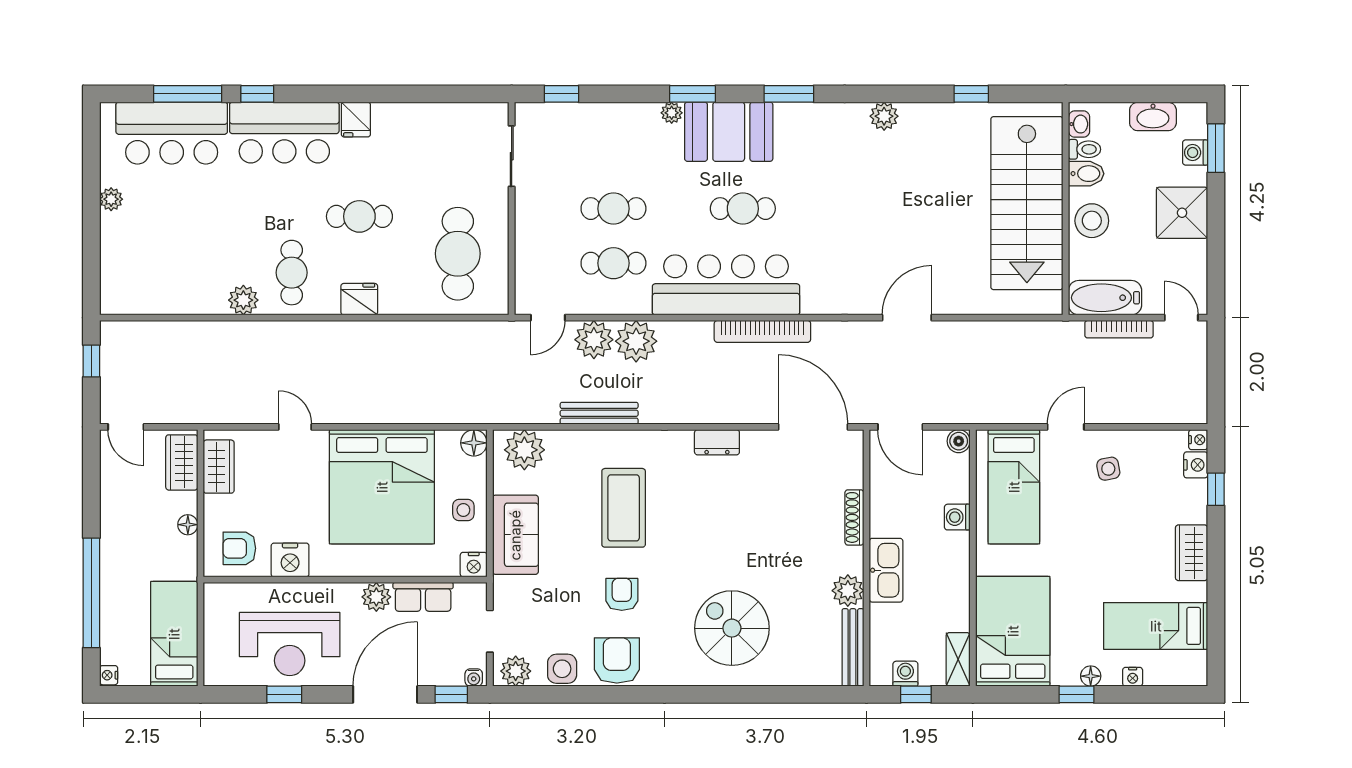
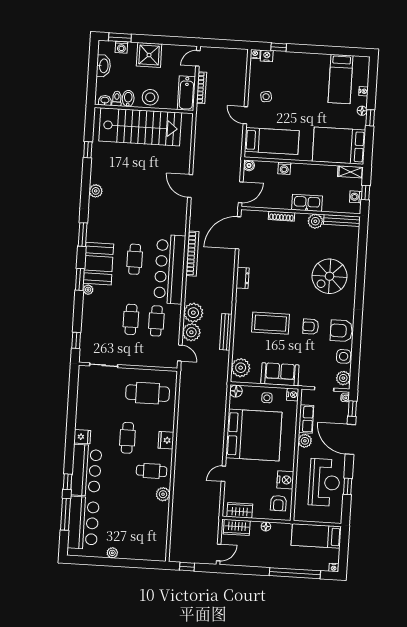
wardrobe: (1192, 553) -> (308, 60), removed

